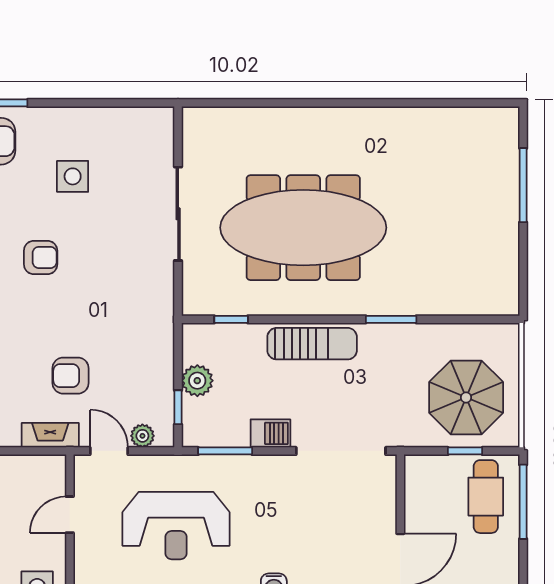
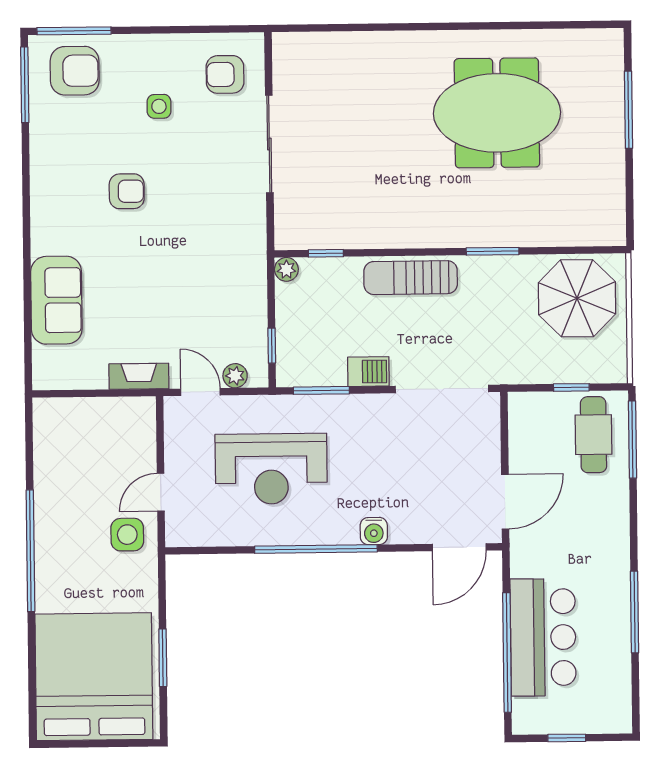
side table: (73, 176) -> (159, 106), width x0.73, depth x0.73
meeting table: (303, 228) -> (497, 113), moved, width x0.73
sun lounger: (312, 344) -> (411, 278), turned 180
armchair: (71, 376) -> (225, 74), moved
plant: (197, 381) -> (286, 269), moved, width x0.73, depth x0.73
parasol: (466, 397) -> (577, 298), moved
door: (70, 515) -> (161, 492), moved

